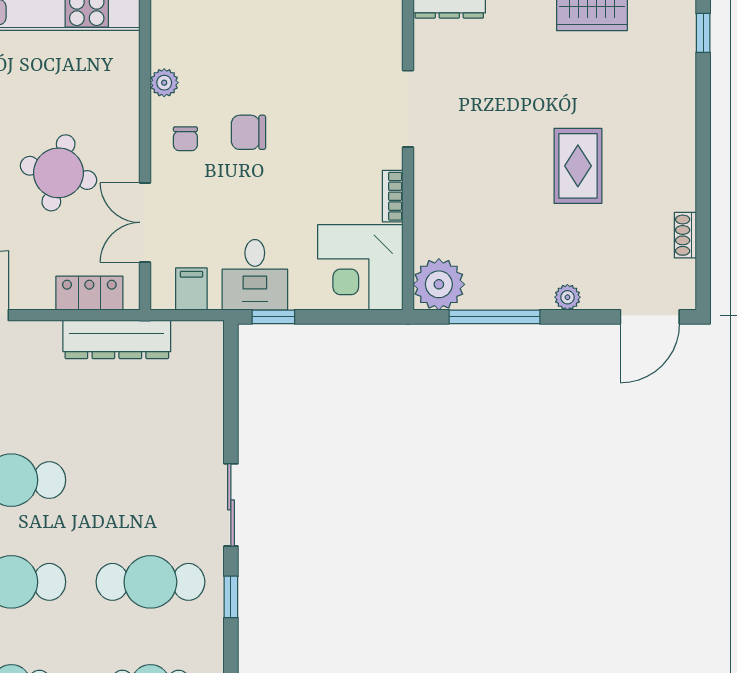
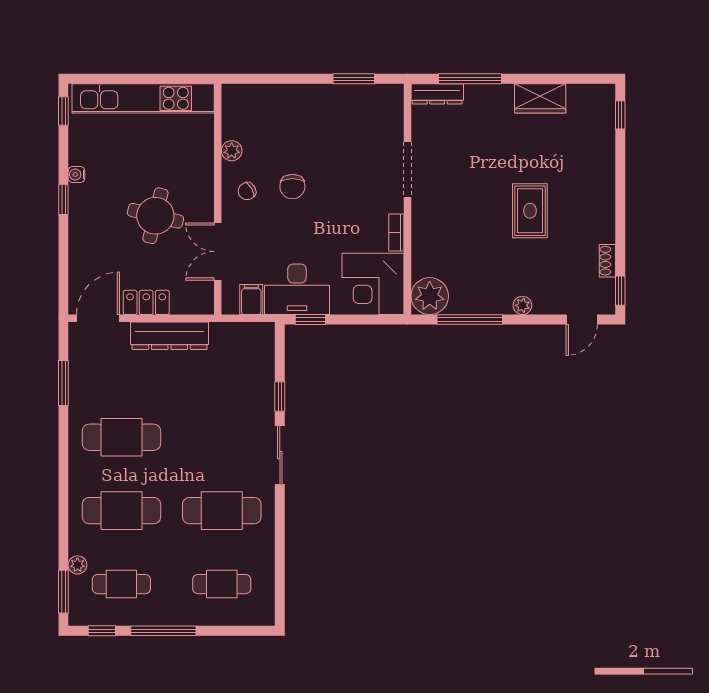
chair: (248, 132) -> (292, 187), turned -90
chair: (185, 139) -> (247, 191), turned 59
desk: (255, 275) -> (297, 289), width x1.37
window: (703, 277) -> (620, 291), added
locker: (89, 293) -> (146, 302), moved
door: (650, 317) -> (582, 320), width x0.73
dresser: (117, 339) -> (170, 336), moved
window: (231, 597) -> (280, 397), moved

